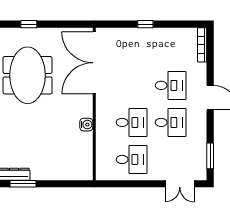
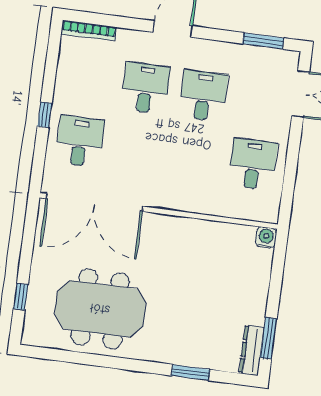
desk: (132, 122) -> (80, 141), moved
water cooler: (86, 125) -> (266, 238), moved

